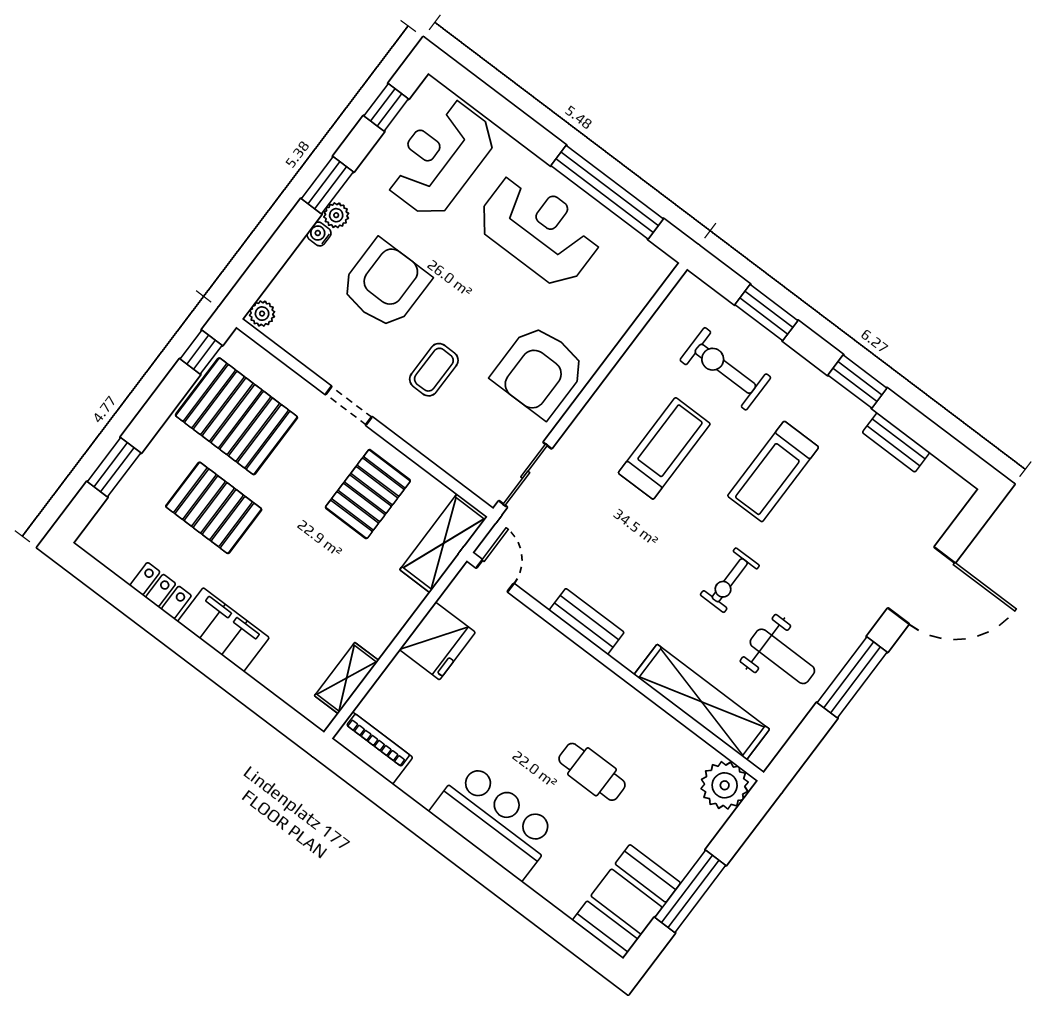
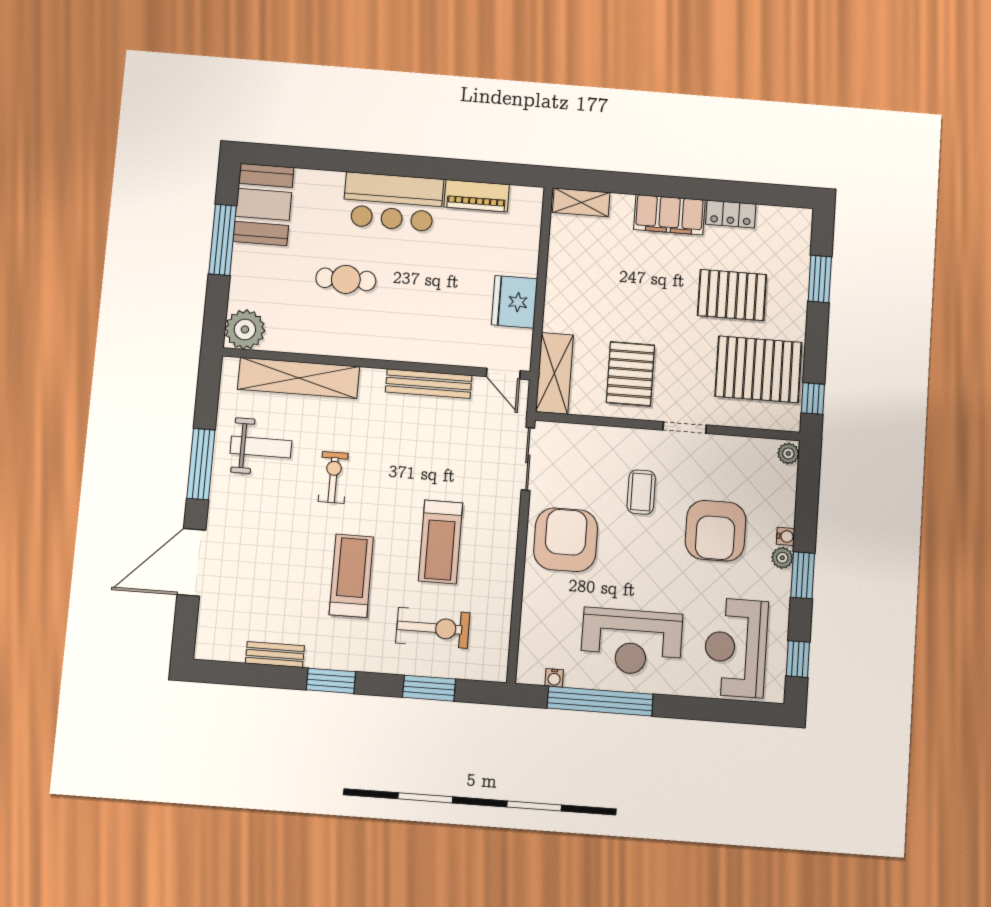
reception desk: (440, 158) -> (736, 648), turned 180
water cooler: (638, 244) -> (554, 678), added
bench: (587, 621) -> (429, 384), width x1.36
weight bench: (782, 656) -> (261, 447), turned 180
shelving: (347, 678) -> (581, 202), moved, turned 90
piano: (372, 748) -> (477, 196), moved

